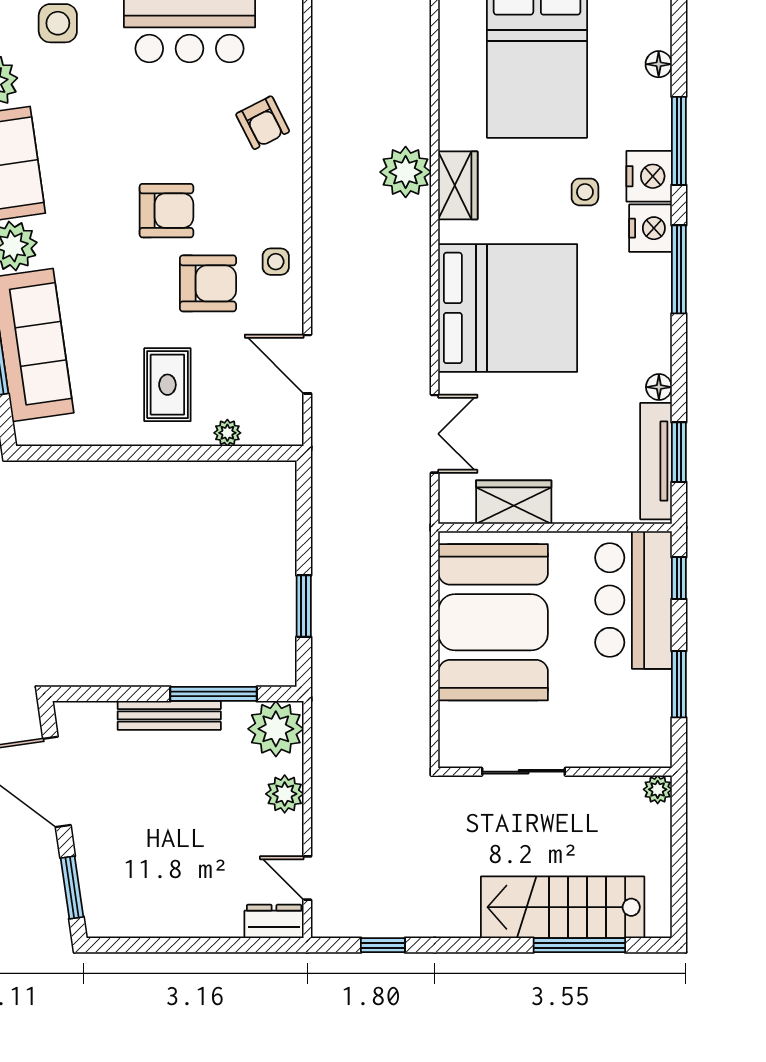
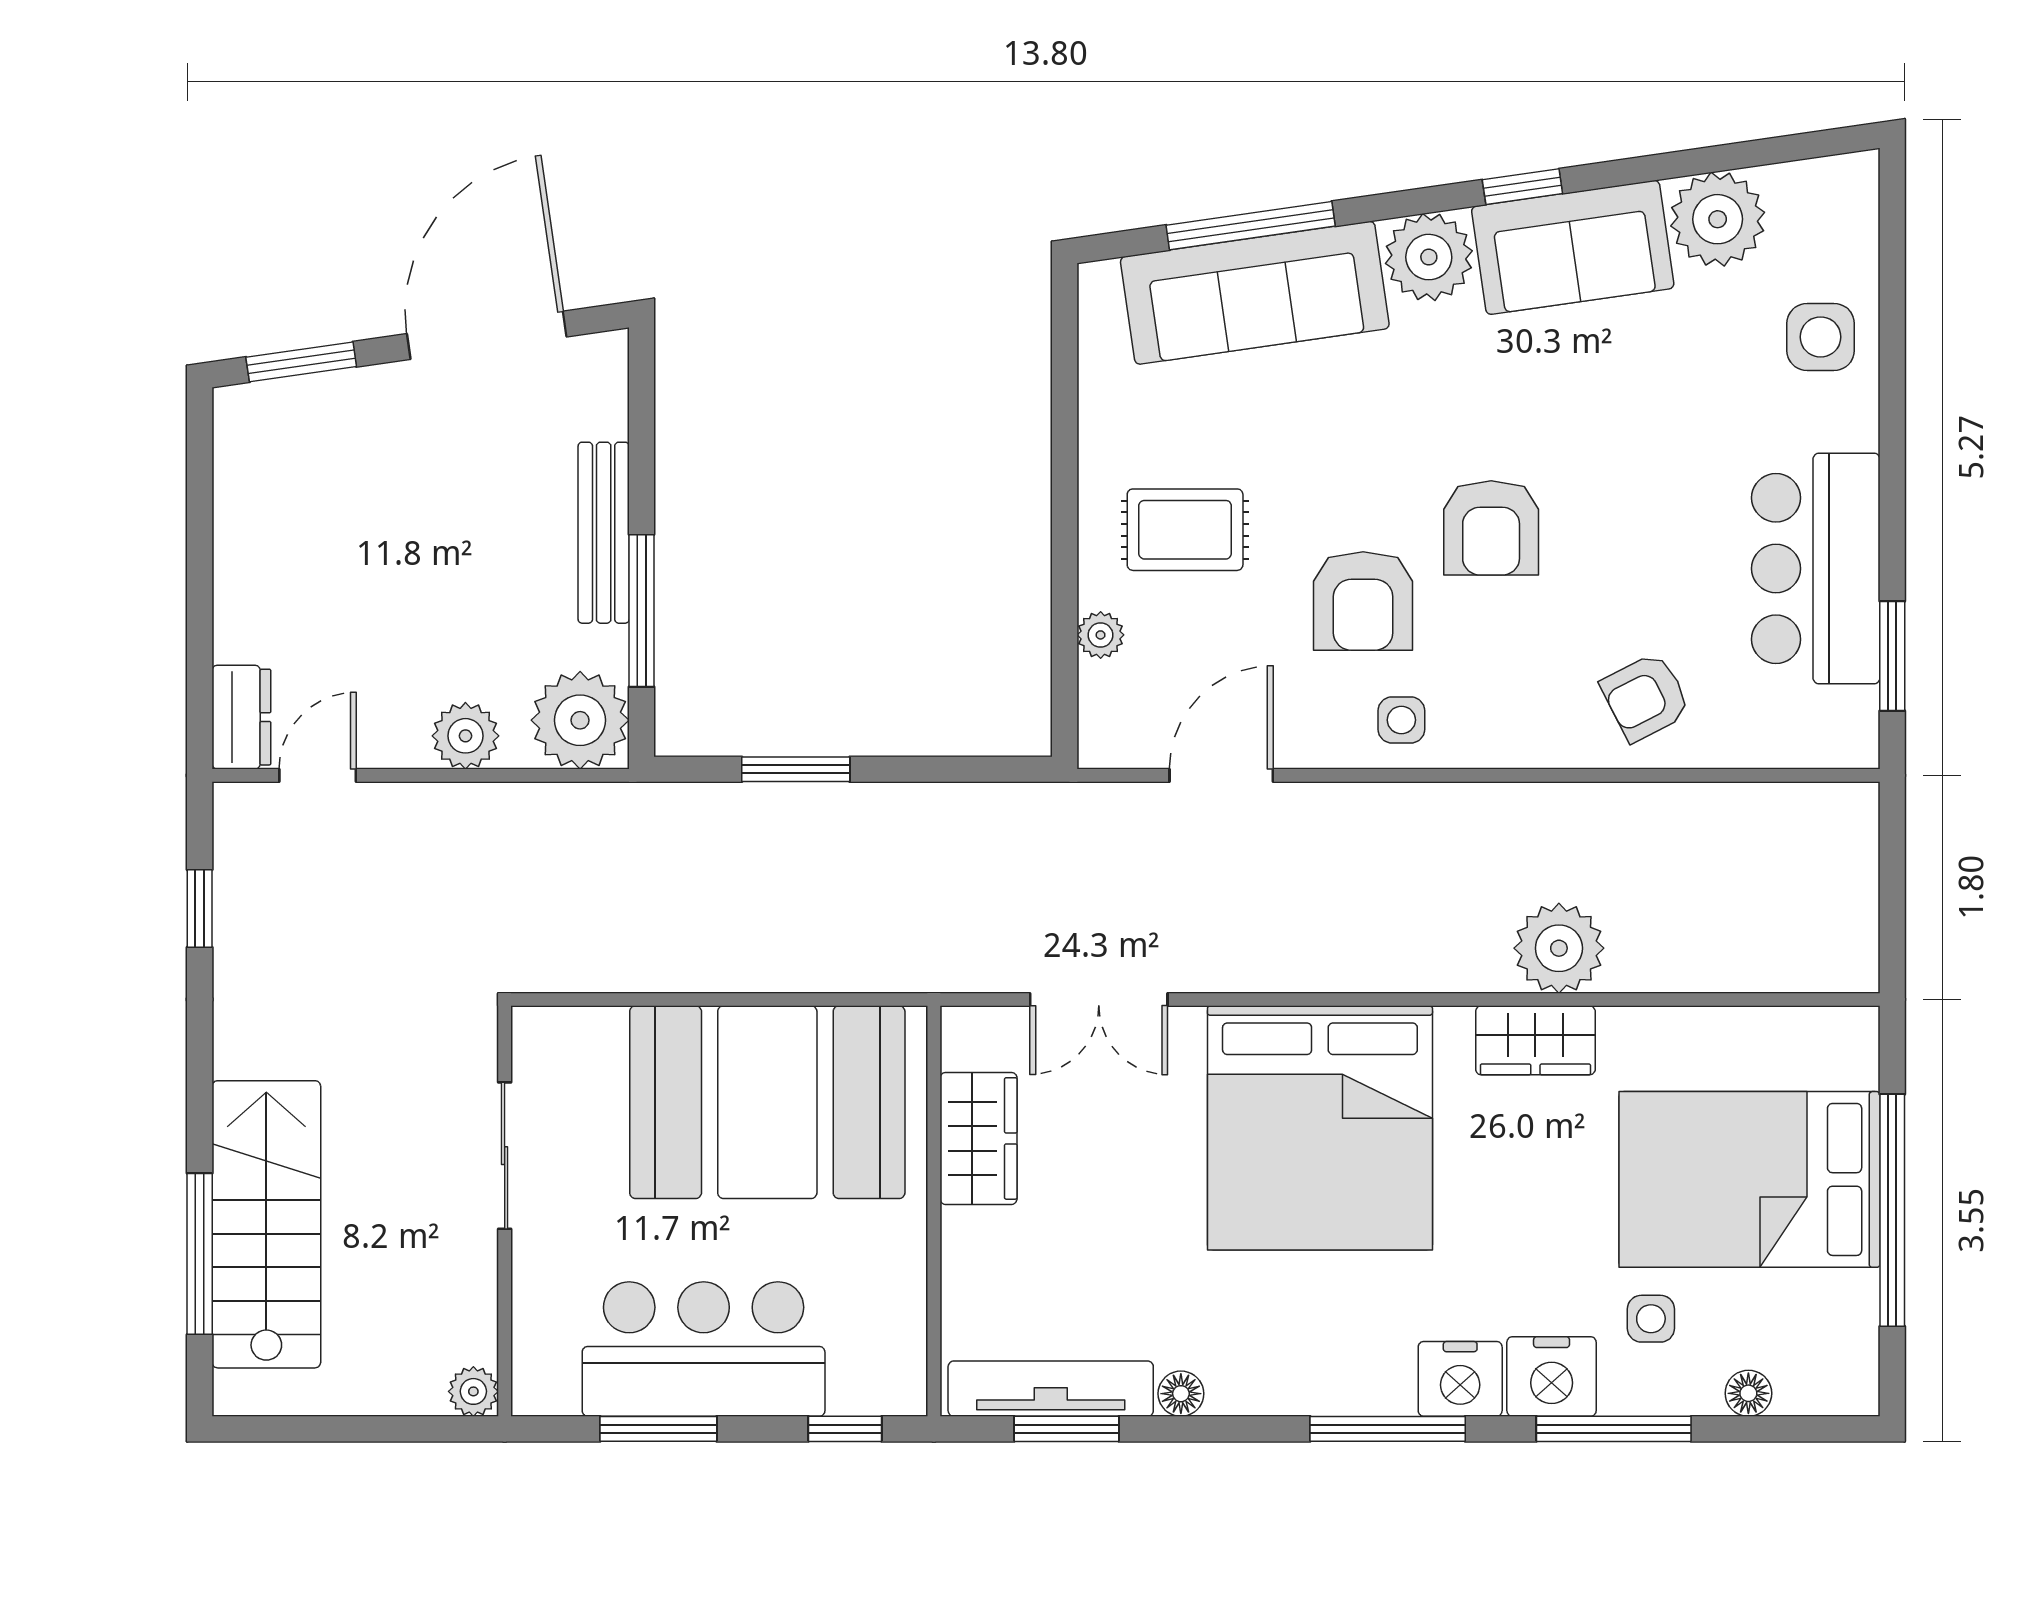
side table: (585, 192) -> (1651, 1319), moved
bar counter: (634, 600) -> (704, 1349), moved

